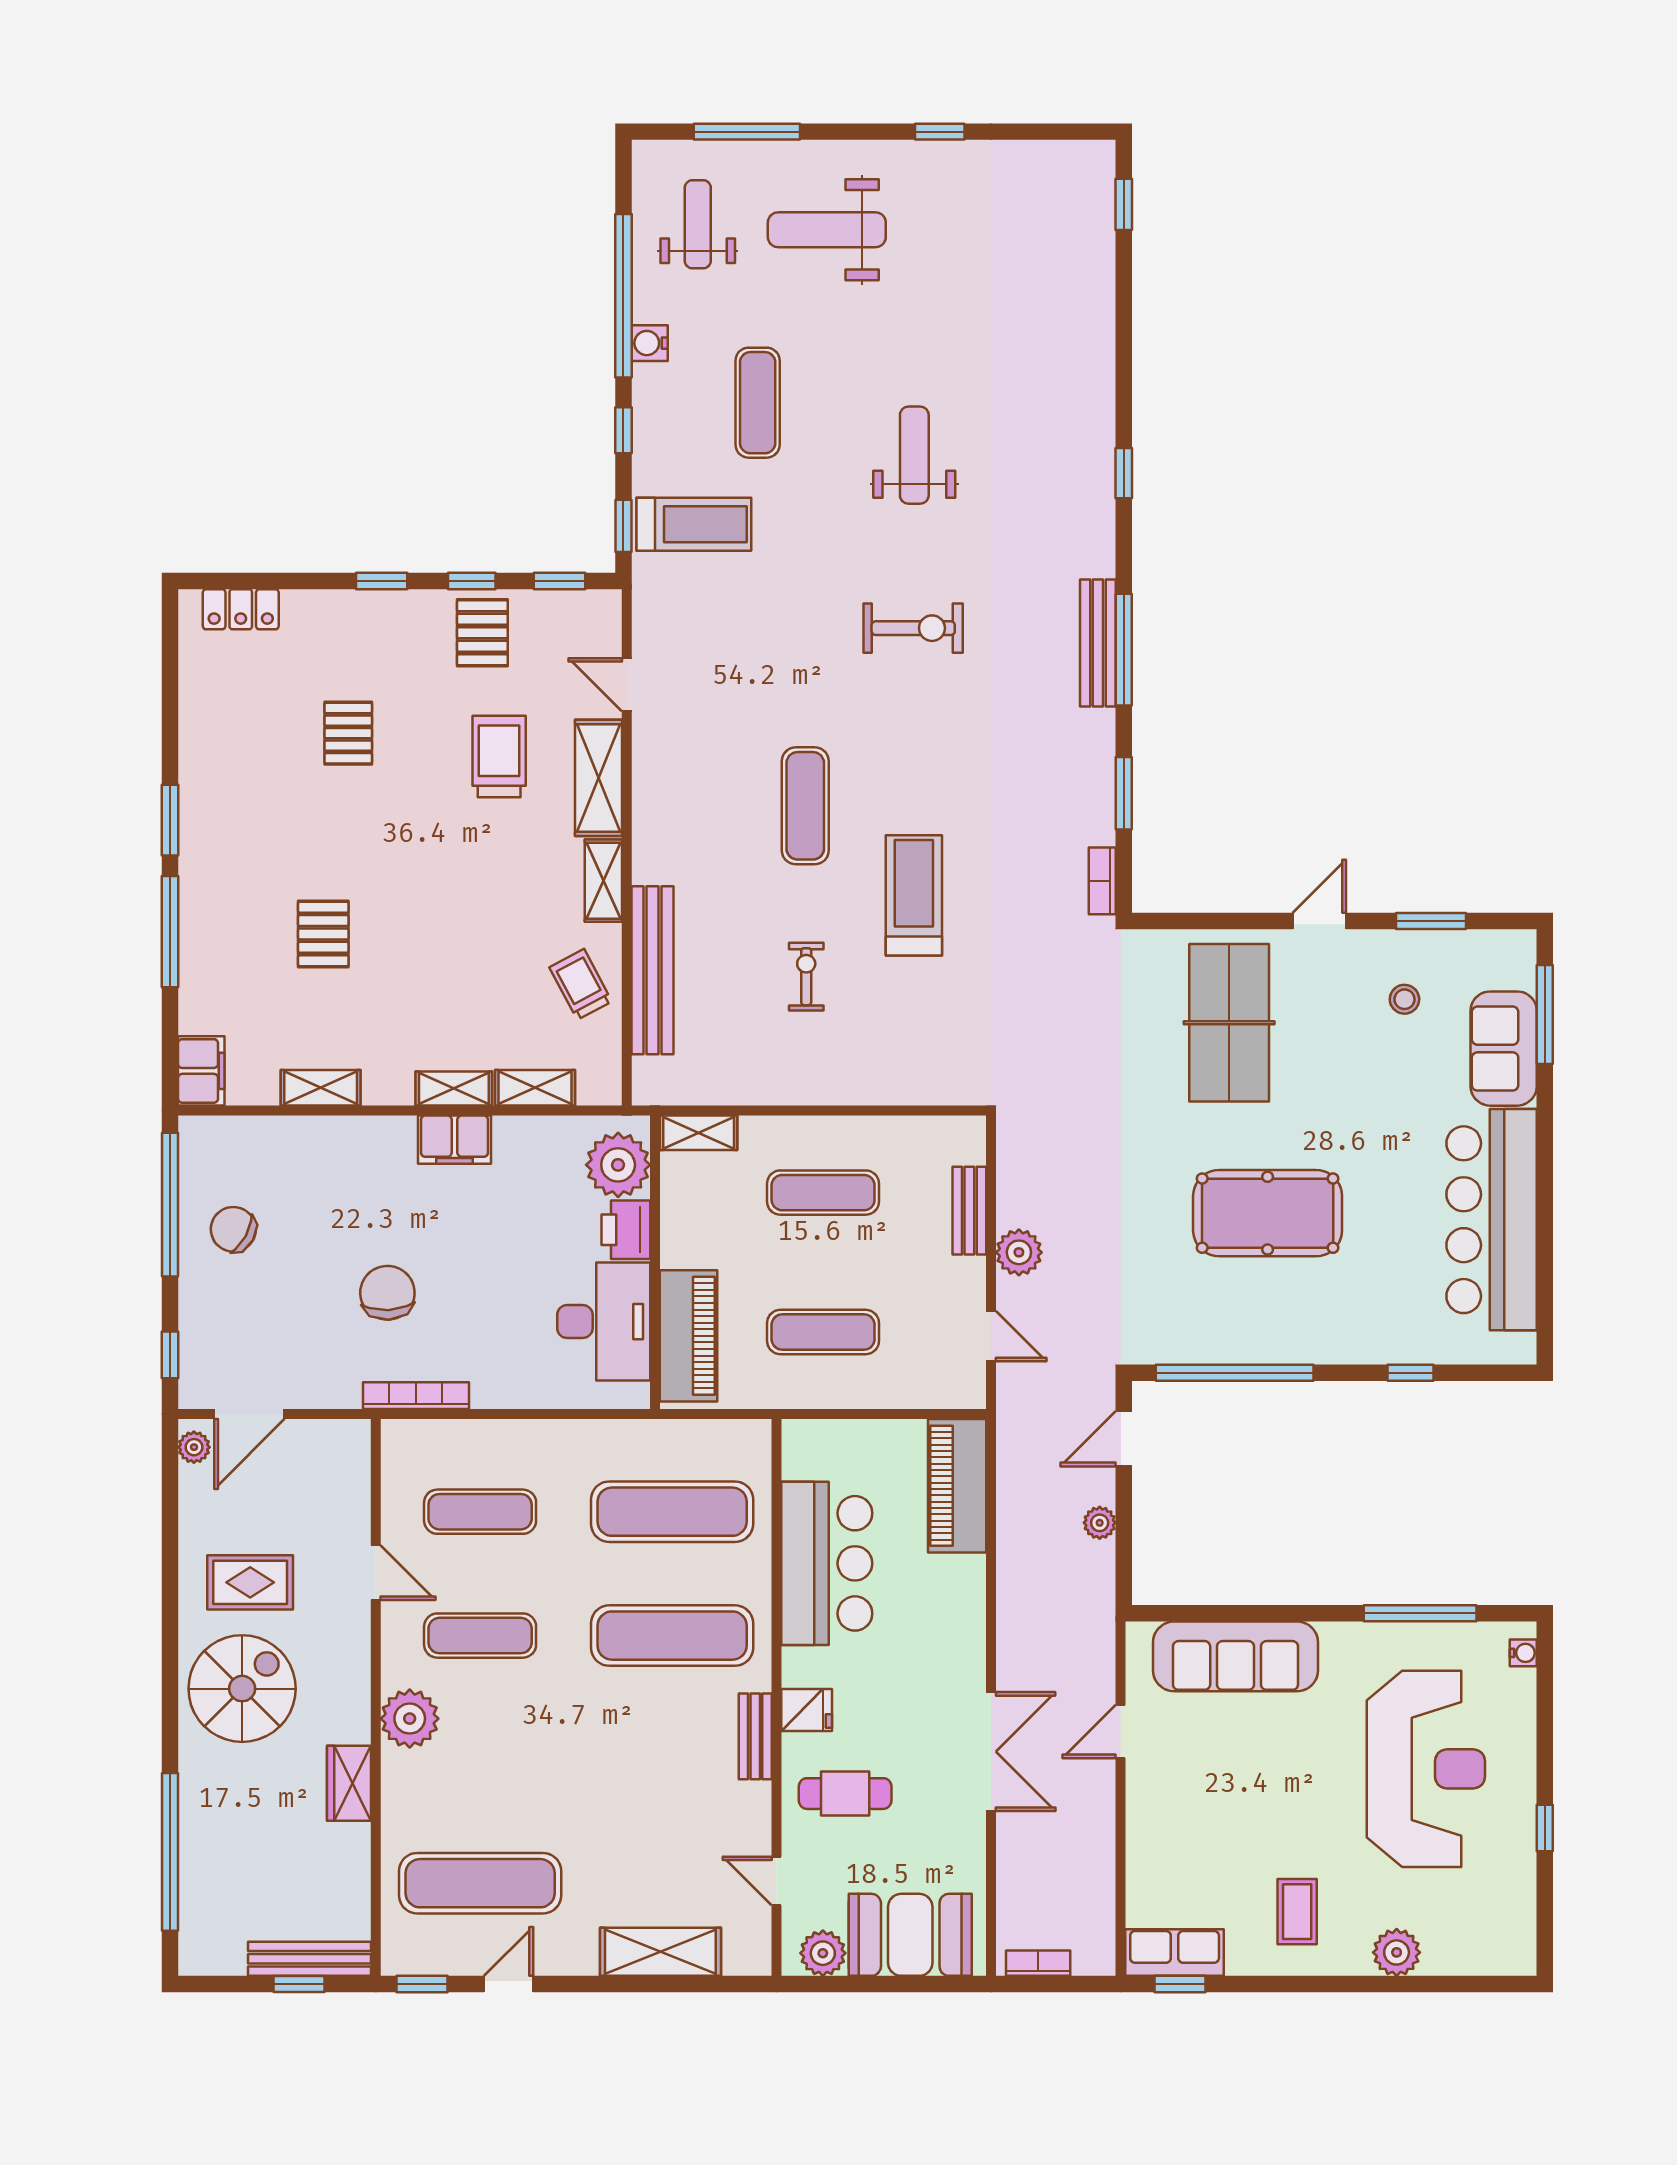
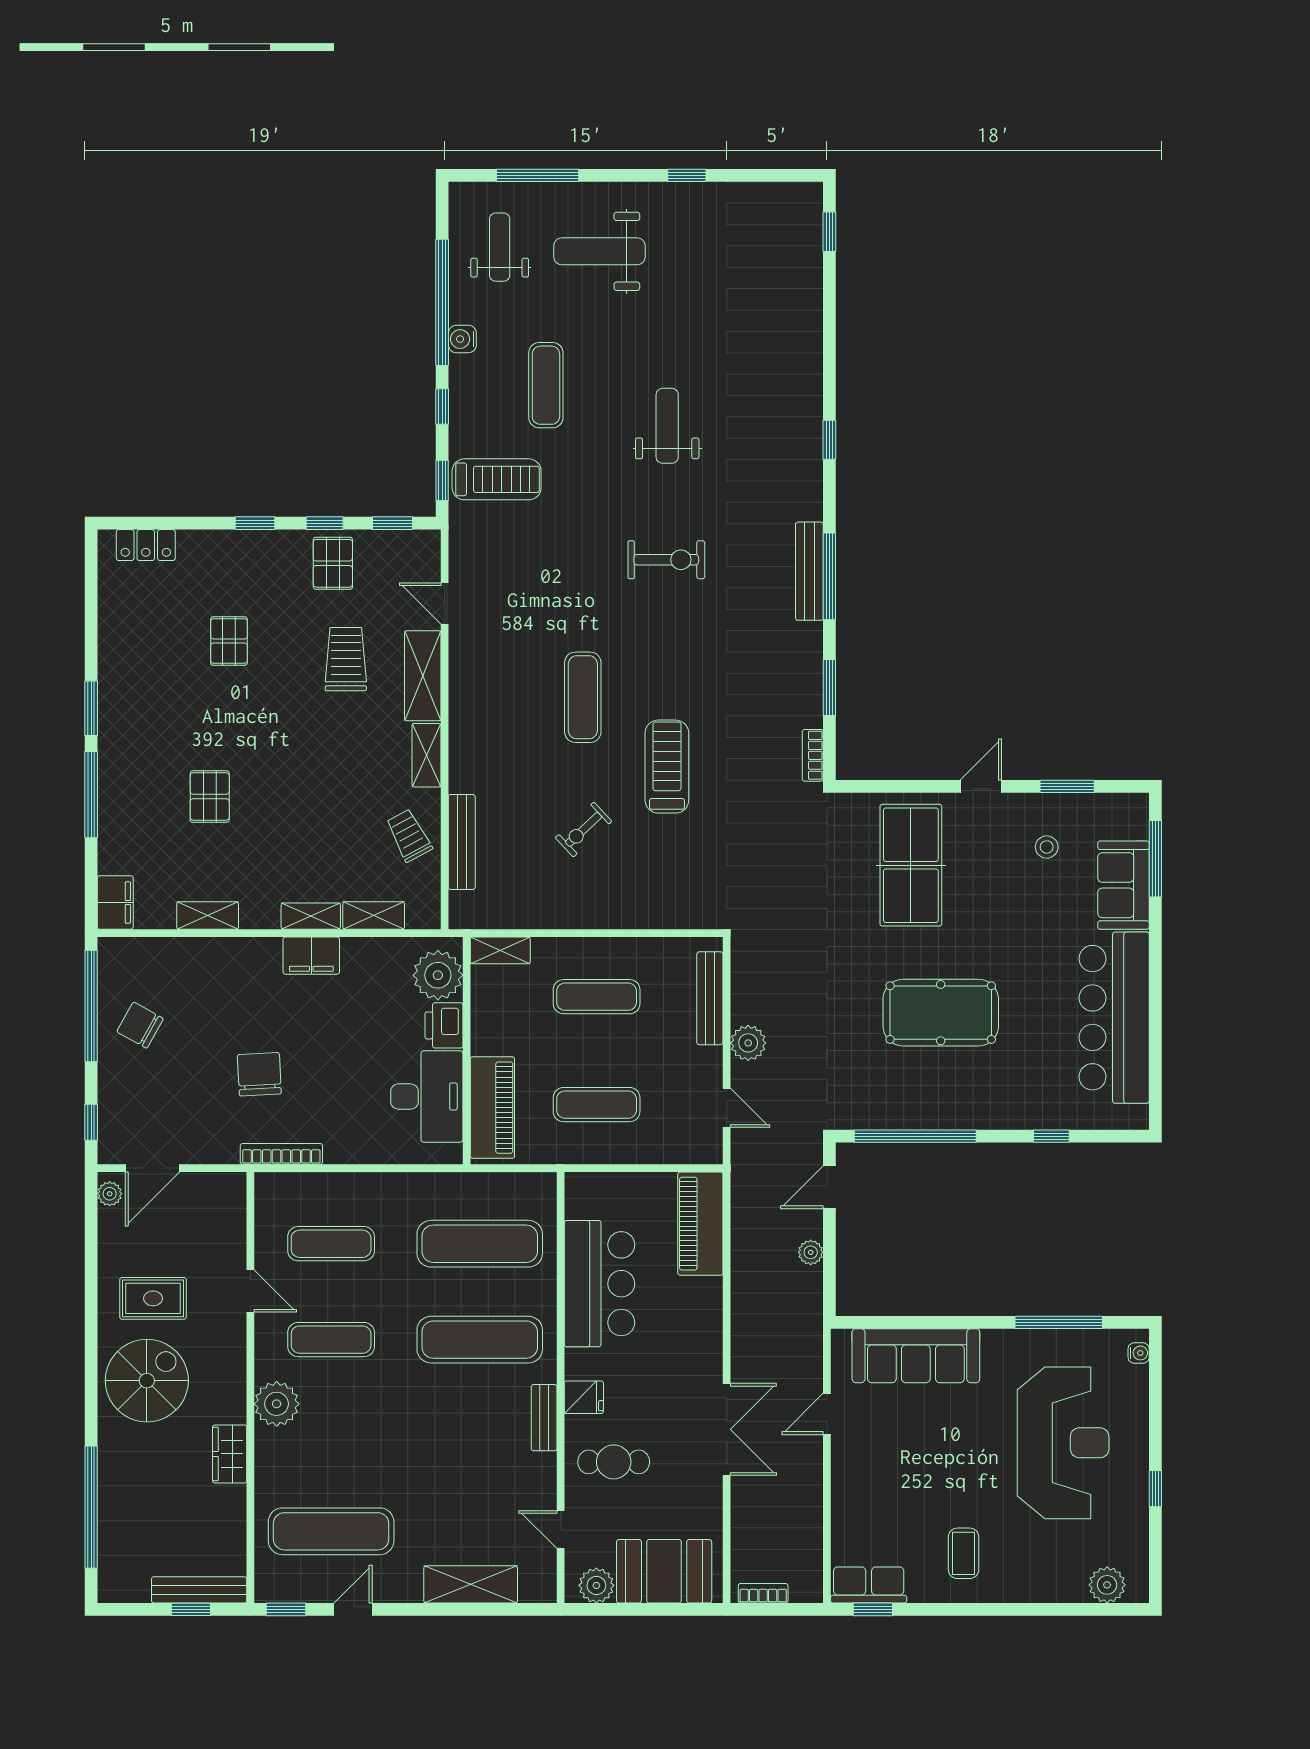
bench: (652, 970) -> (462, 842), width x0.73, depth x0.82
exercise bike: (806, 977) -> (584, 830), turned -133
bench: (969, 1211) -> (710, 998), width x1.36
plant: (1397, 1952) -> (1107, 1585), moved

